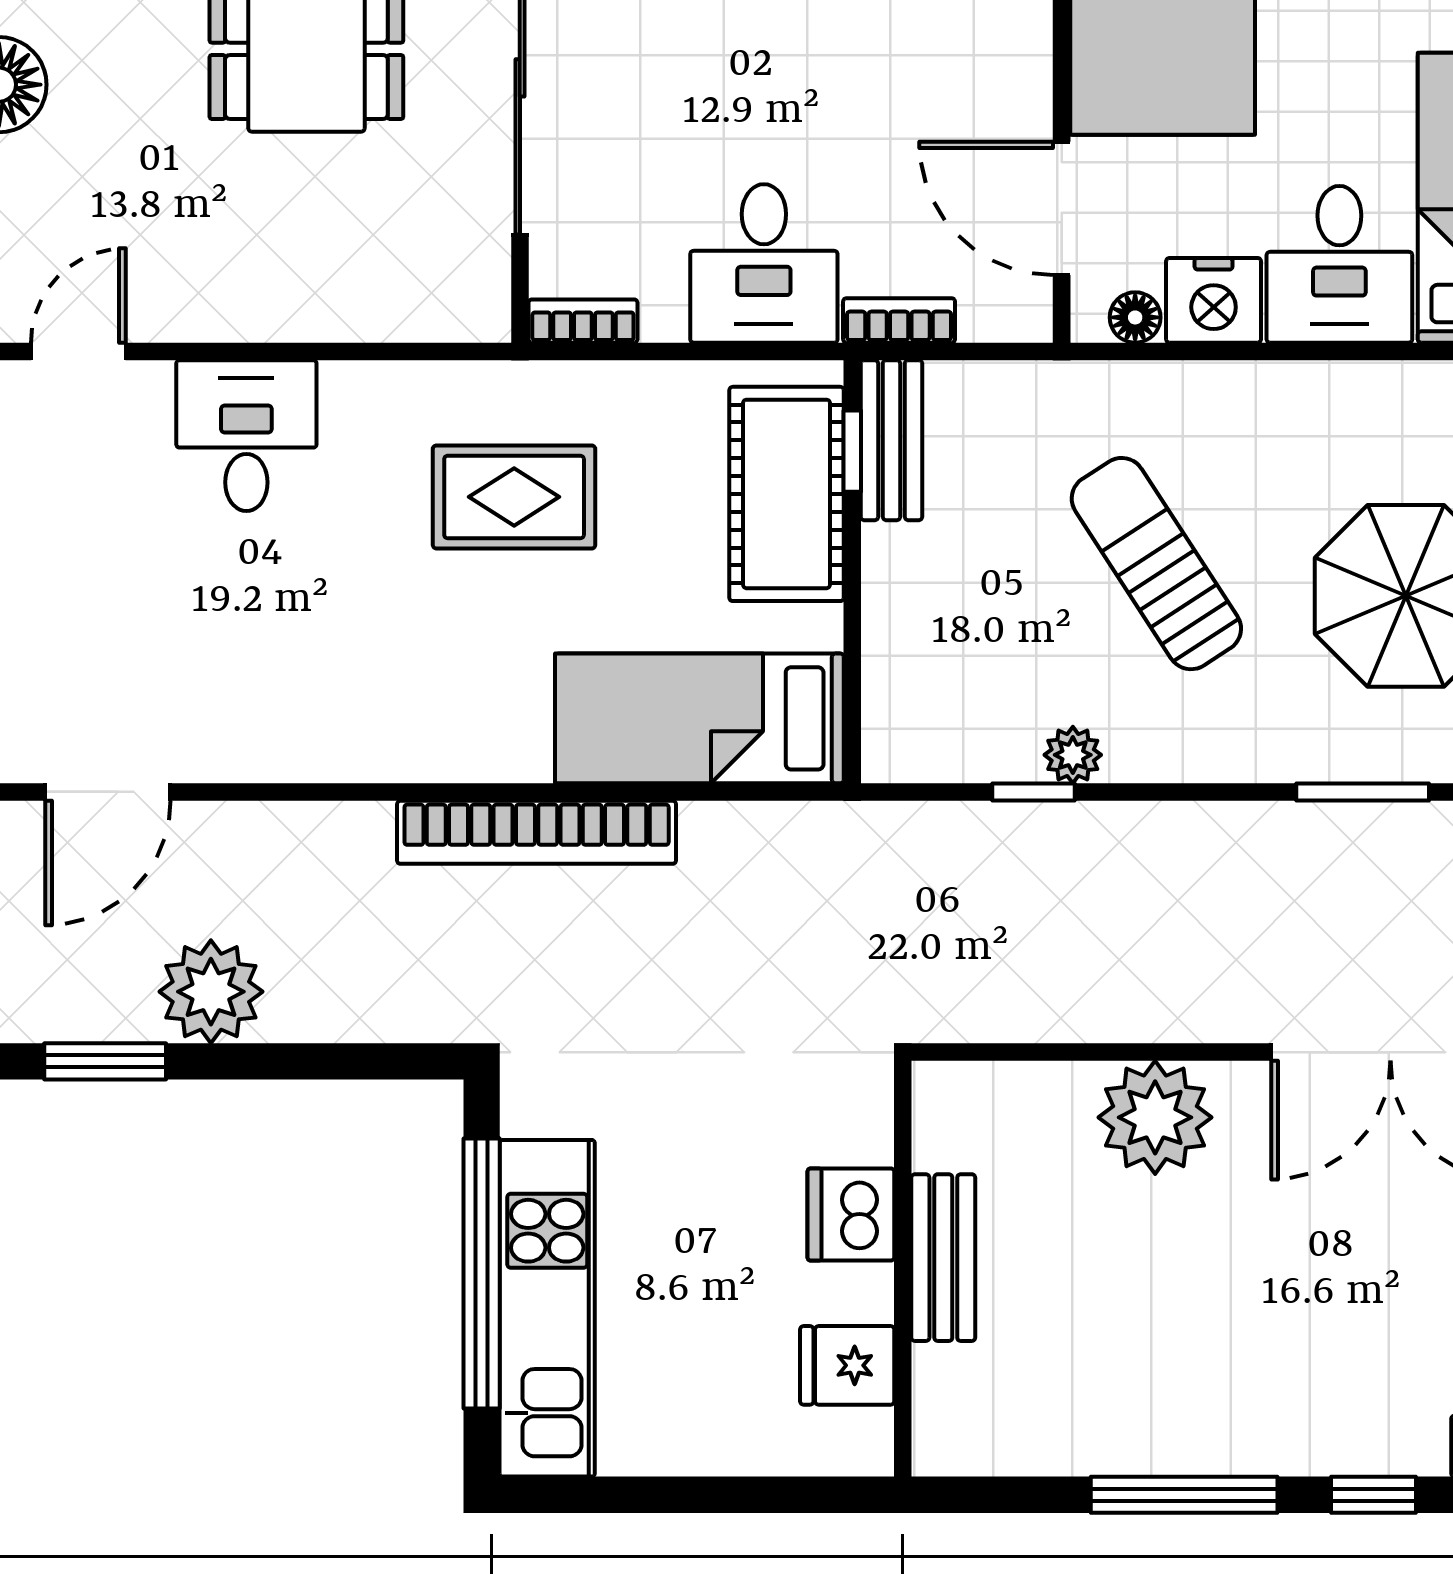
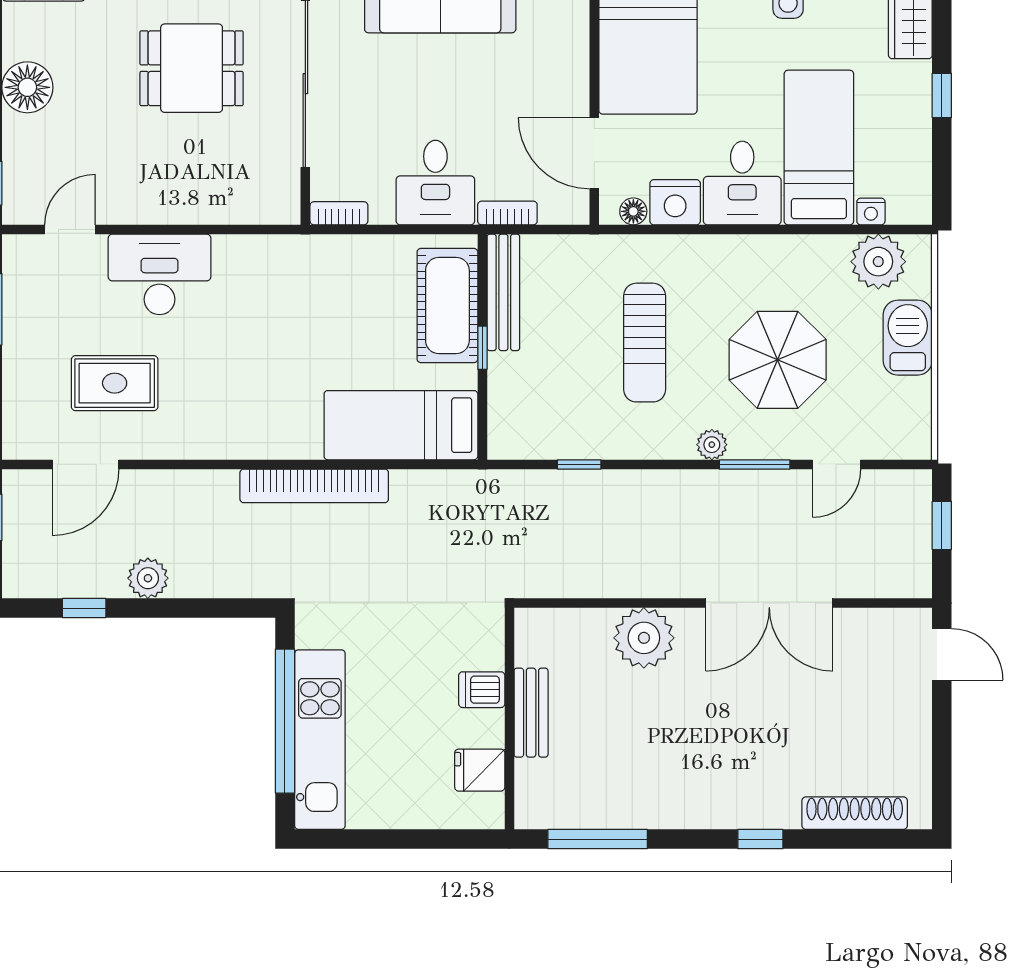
desk: (246, 436) -> (160, 274), width x1.37
bench: (891, 440) -> (503, 292), width x1.36
window: (852, 451) -> (482, 348), moved
rug: (514, 497) -> (115, 383), moved
sun lounger: (1156, 564) -> (645, 343), turned -147
plant: (1073, 755) -> (712, 445), moved
plant: (211, 992) -> (148, 578), width x0.73, depth x0.73
window: (105, 1061) -> (84, 608), width x0.67
dishwasher: (851, 1215) -> (482, 690), width x0.73
window: (1184, 1495) -> (598, 839), moved

